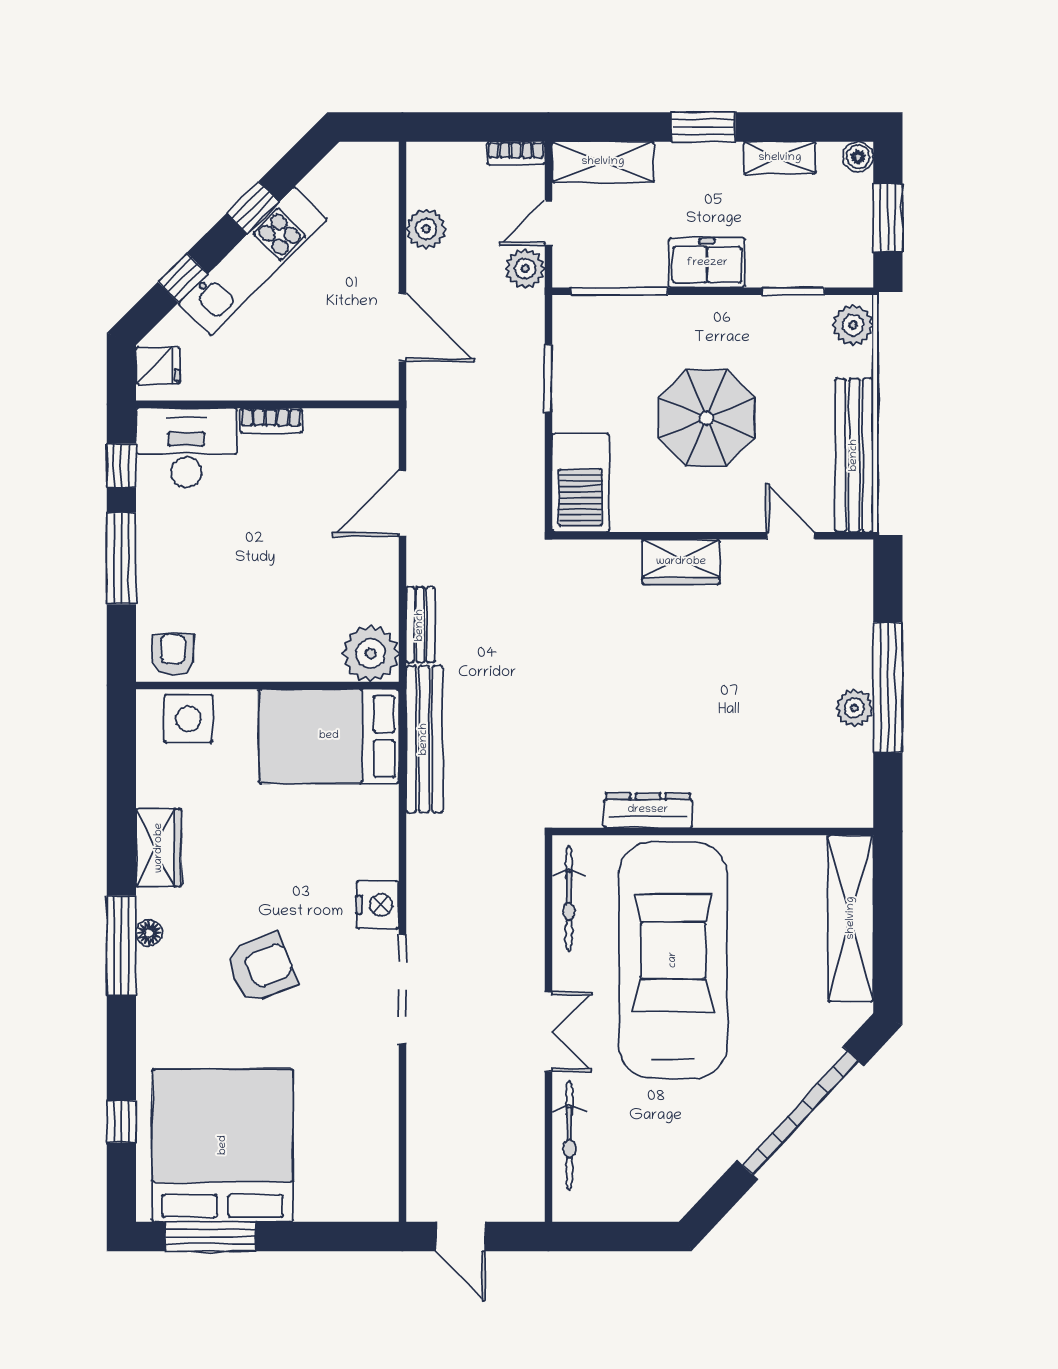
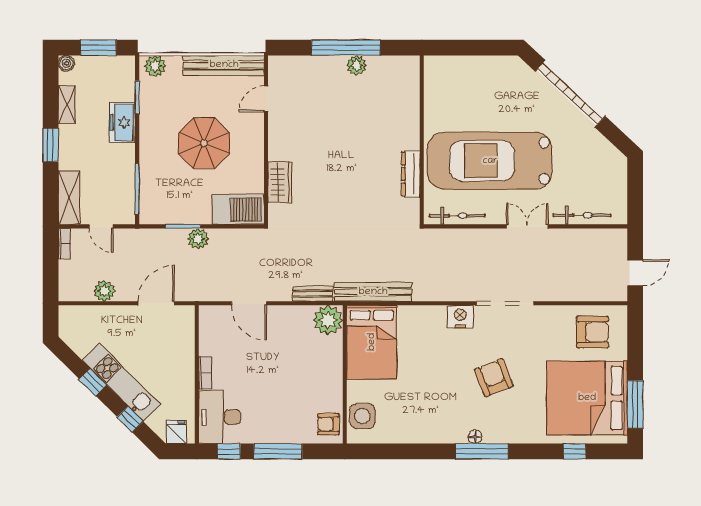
freezer: (707, 263) -> (122, 123), moved
plant: (525, 269) -> (198, 239), moved
wardrobe: (681, 562) -> (280, 182), moved
wardrobe: (159, 848) -> (430, 432), removed
shelving: (851, 918) -> (467, 67), removed
armchair: (348, 1156) -> (593, 332), added

